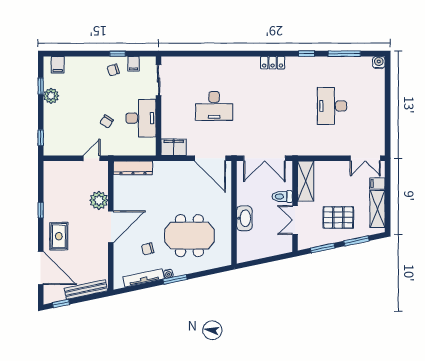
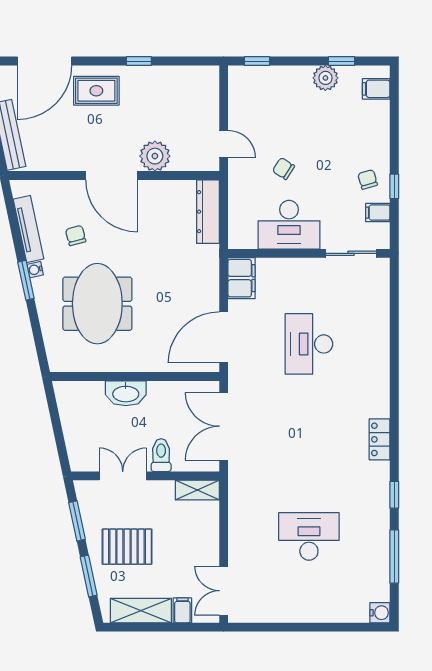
shelving: (306, 181) -> (197, 490), width x0.67, depth x0.75
pallet: (338, 217) -> (127, 547), turned 90

